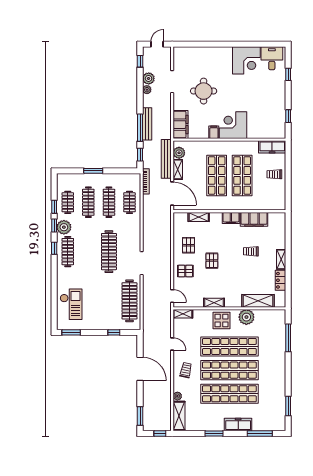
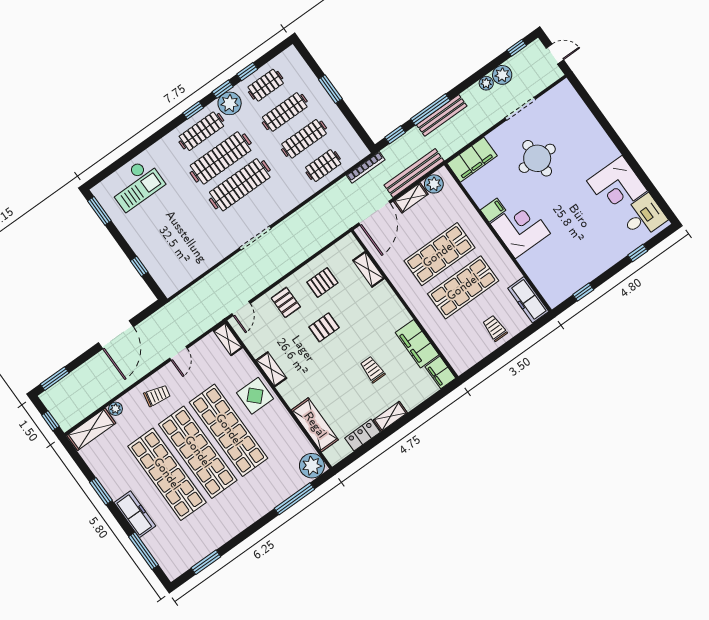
filing cabinet: (231, 218) -> (440, 372), moved
clothes rail: (129, 301) -> (221, 158), moved
plant: (246, 317) -> (312, 466), moved

